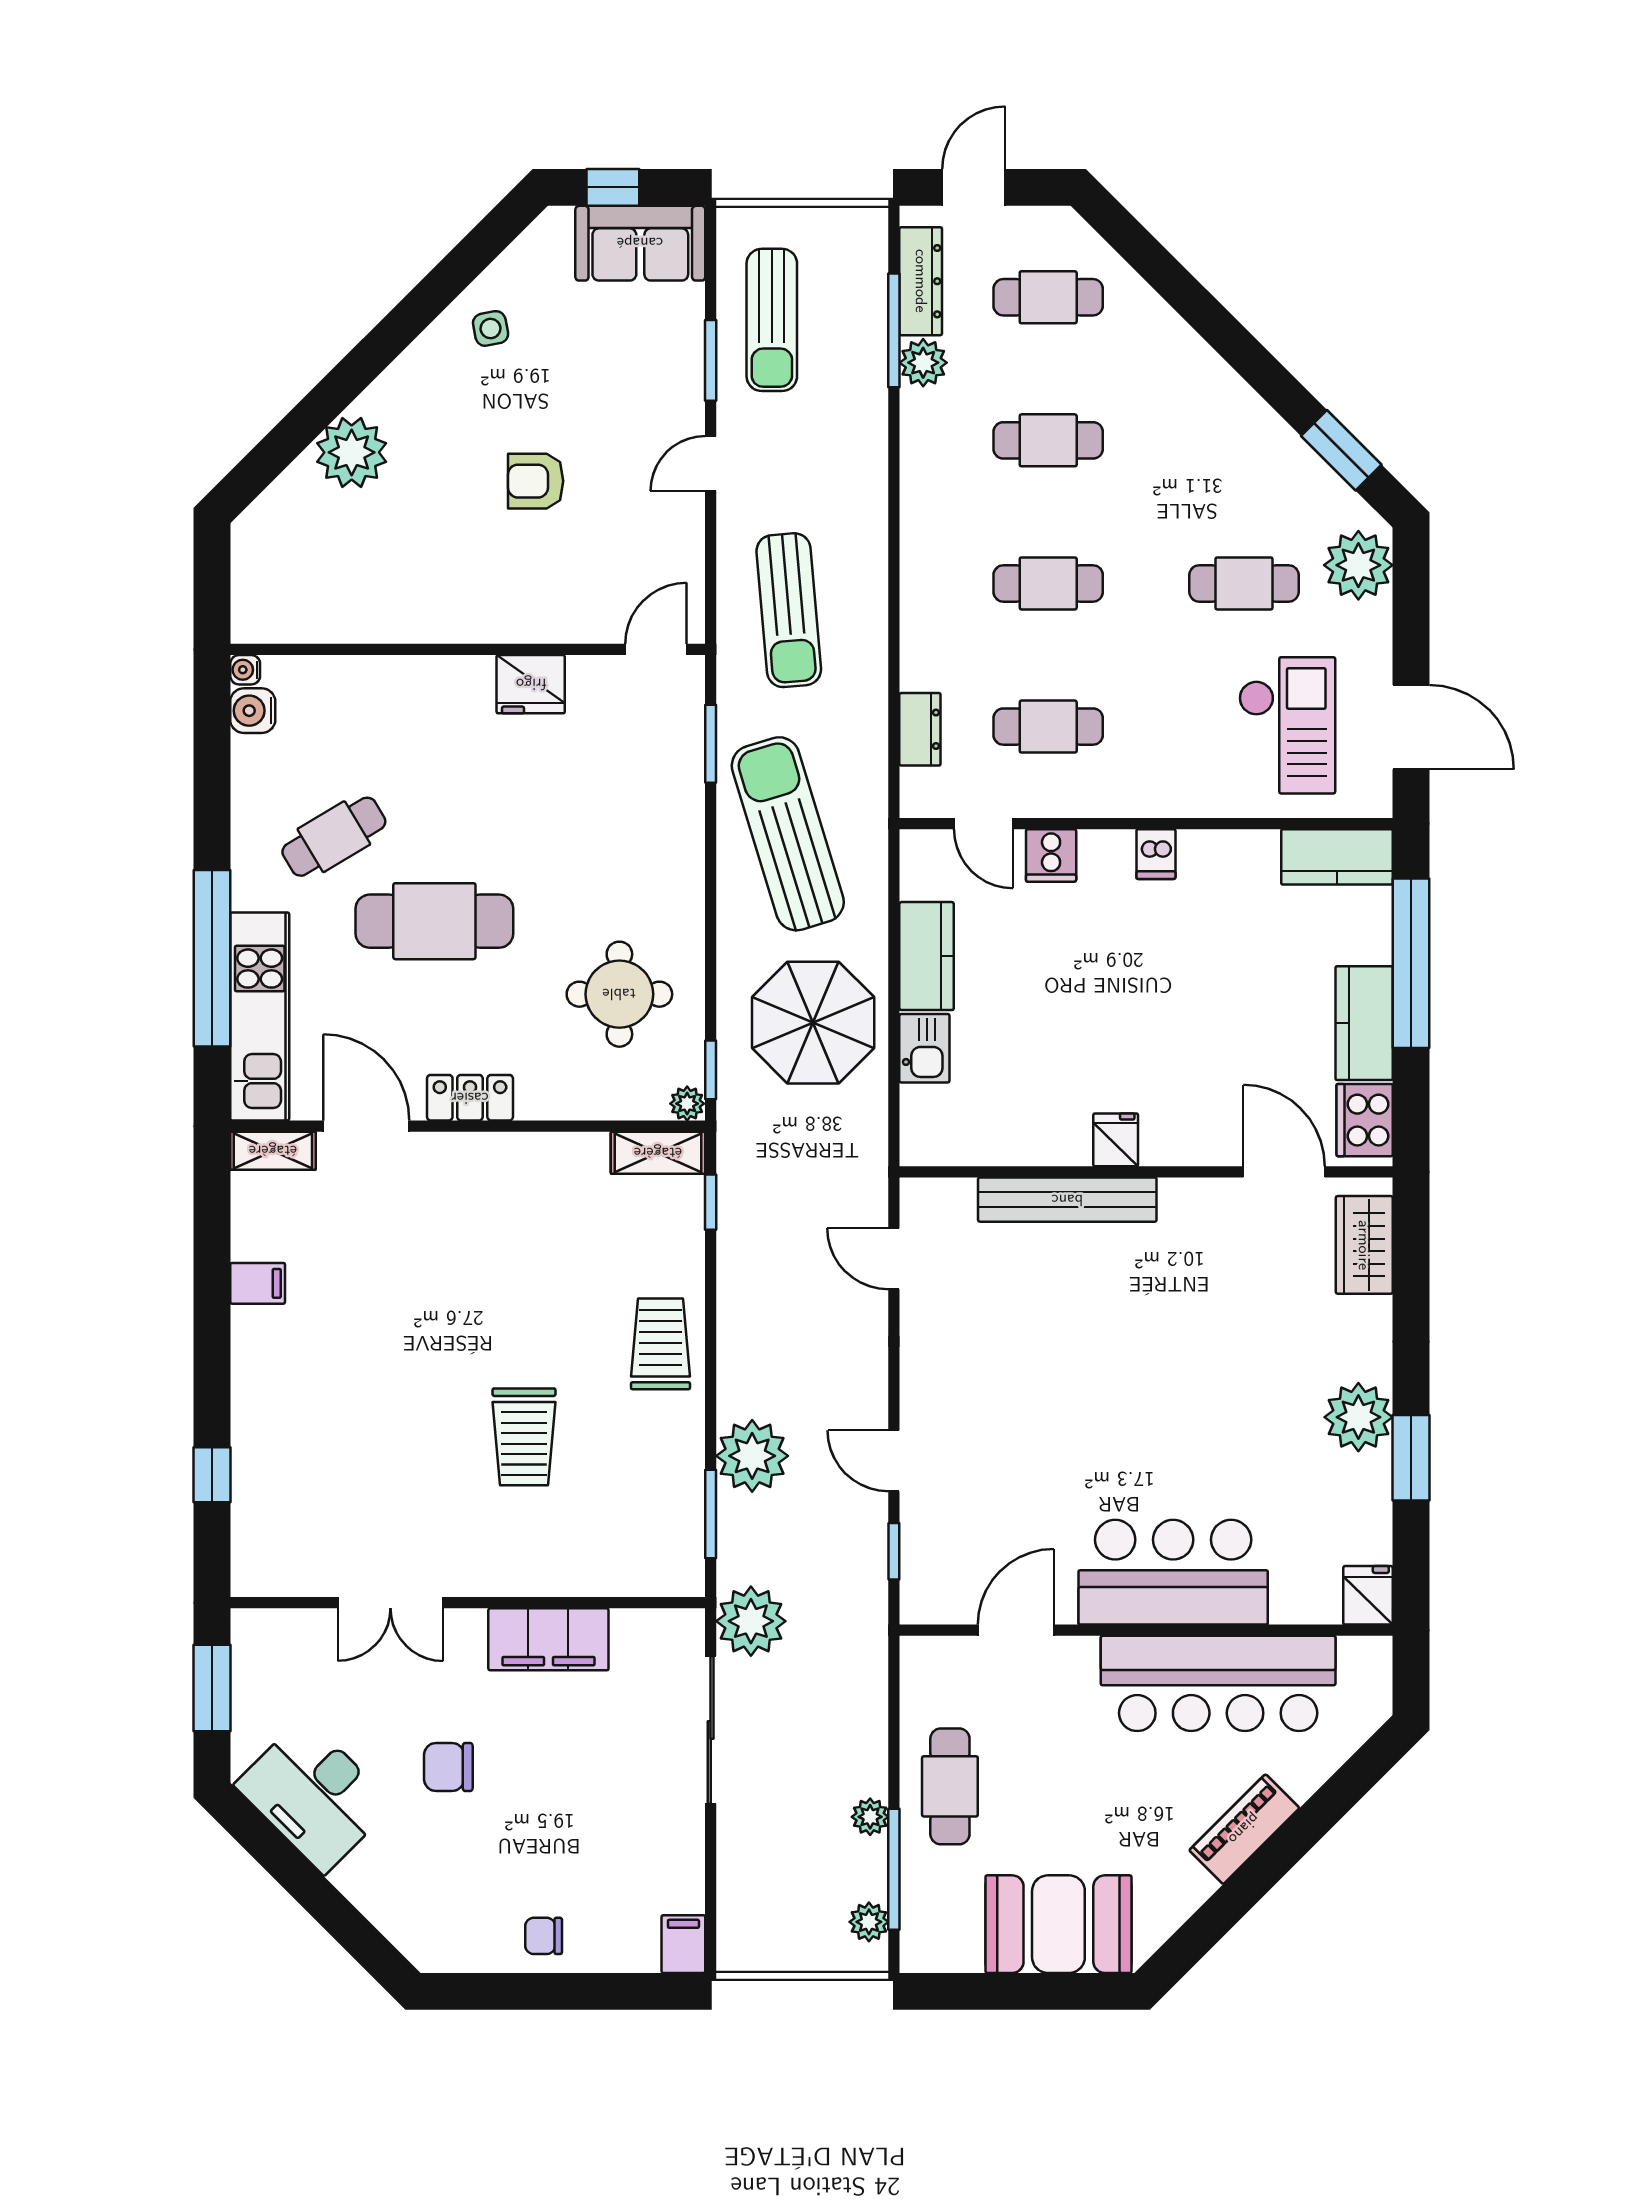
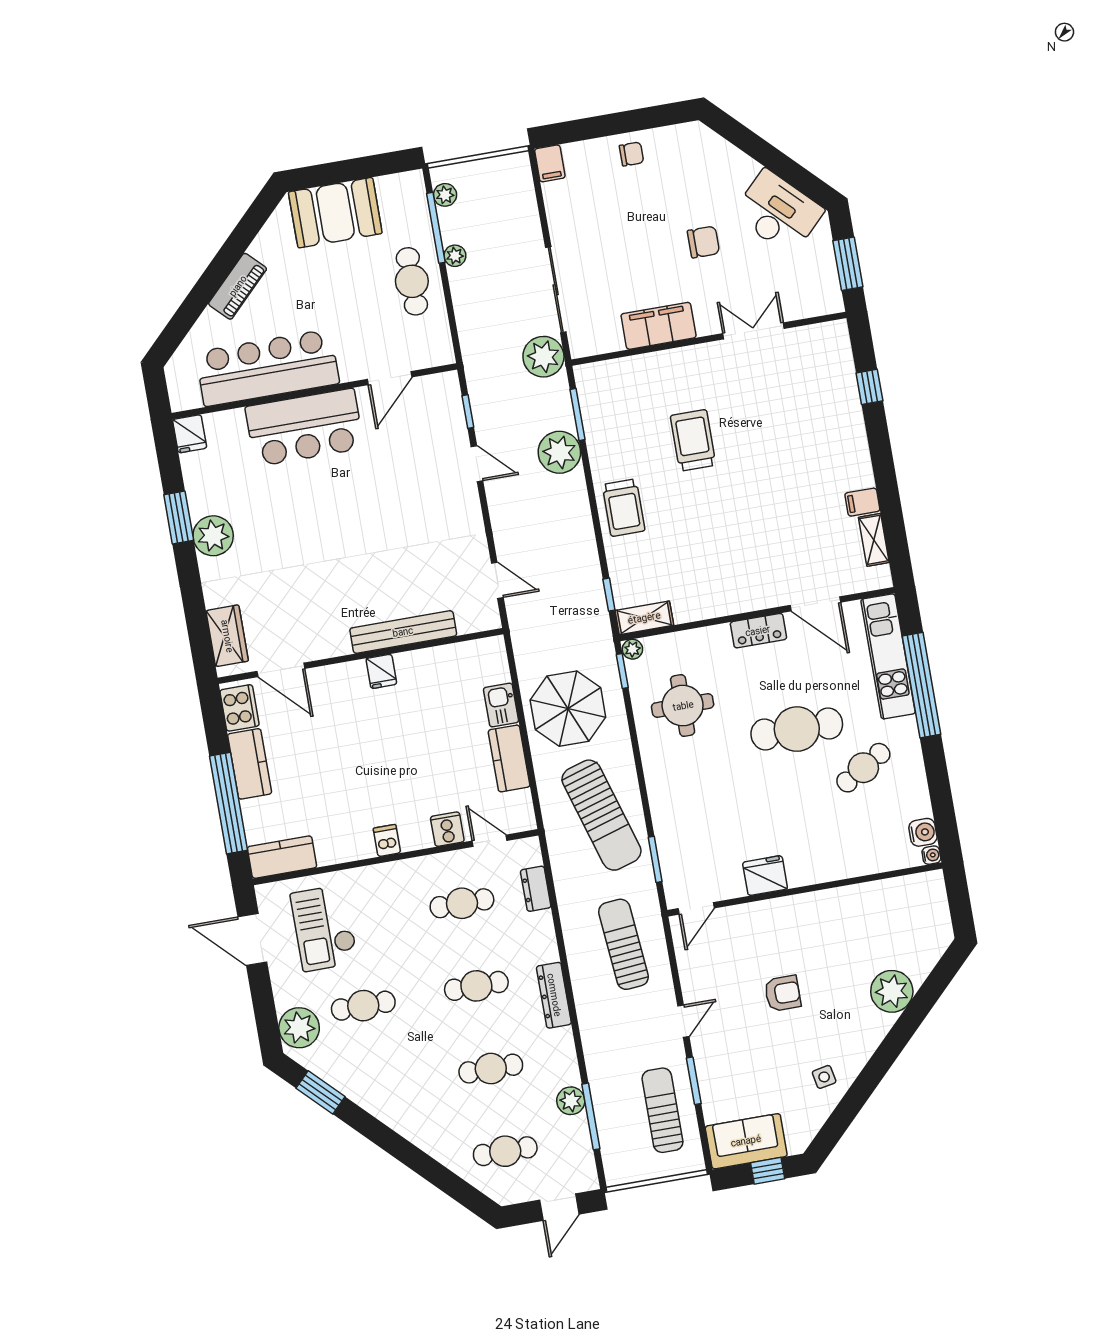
dresser: (921, 281) -> (554, 995), moved
shelving: (273, 1151) -> (874, 540), moved, turned 90

